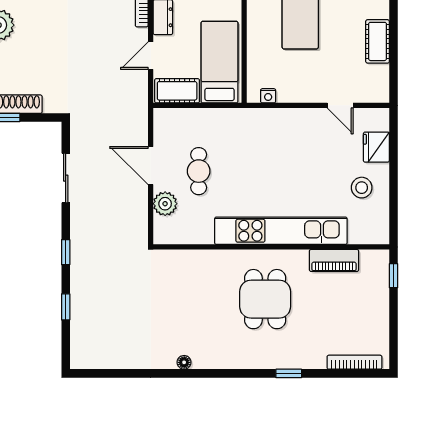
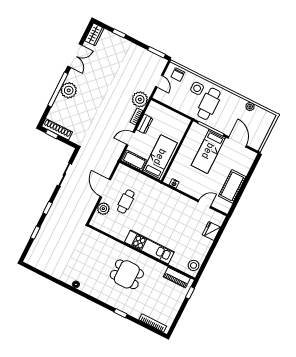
cot: (378, 41) -> (232, 186), width x1.37, depth x1.34
door: (340, 105) -> (204, 204), swing flipped
stool: (362, 188) -> (194, 265), moved
kitchen unit: (281, 231) -> (149, 247), width x0.73
piano: (334, 260) -> (177, 278), moved
dining table: (265, 299) -> (127, 274), turned 90

